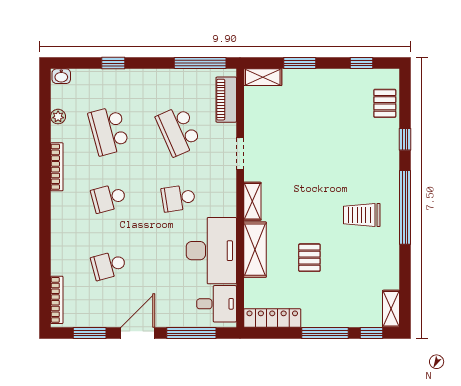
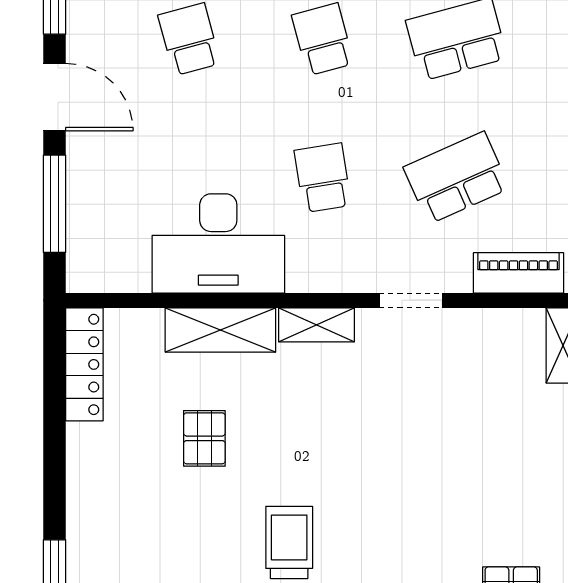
pallet: (309, 258) -> (204, 438), turned 90
desk: (217, 304) -> (113, 254), removed
window: (325, 333) -> (54, 469), removed

